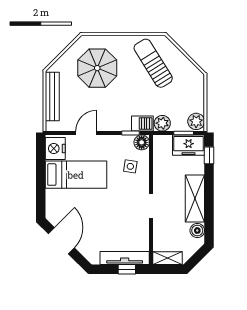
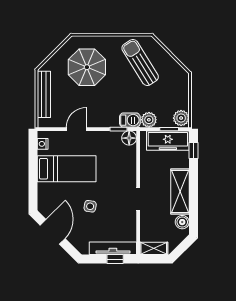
freezer: (189, 145) -> (168, 141), width x1.40
nightstand: (55, 149) -> (43, 144), width x0.53, depth x0.56
side table: (130, 166) -> (90, 206), moved

